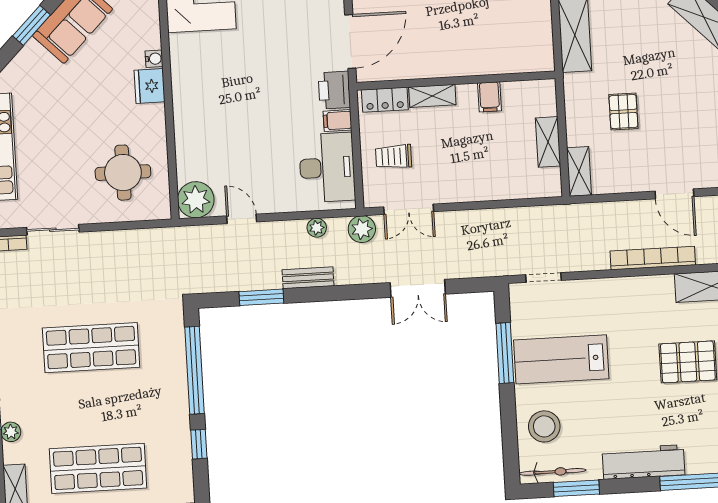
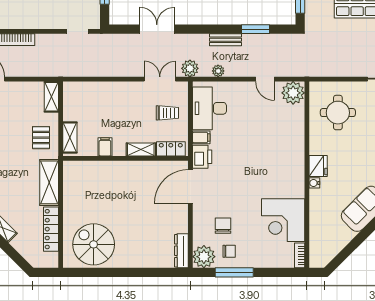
pallet: (623, 112) -> (41, 138), moved
shelving: (548, 142) -> (70, 137), moved

